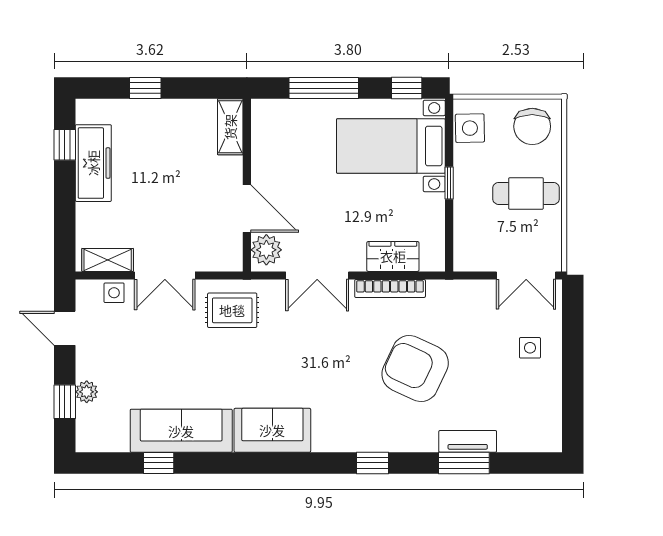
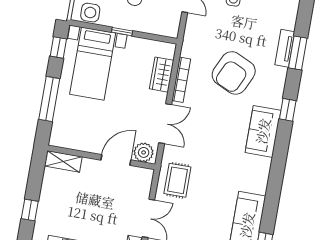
sofa: (272, 430) -> (263, 131), moved

